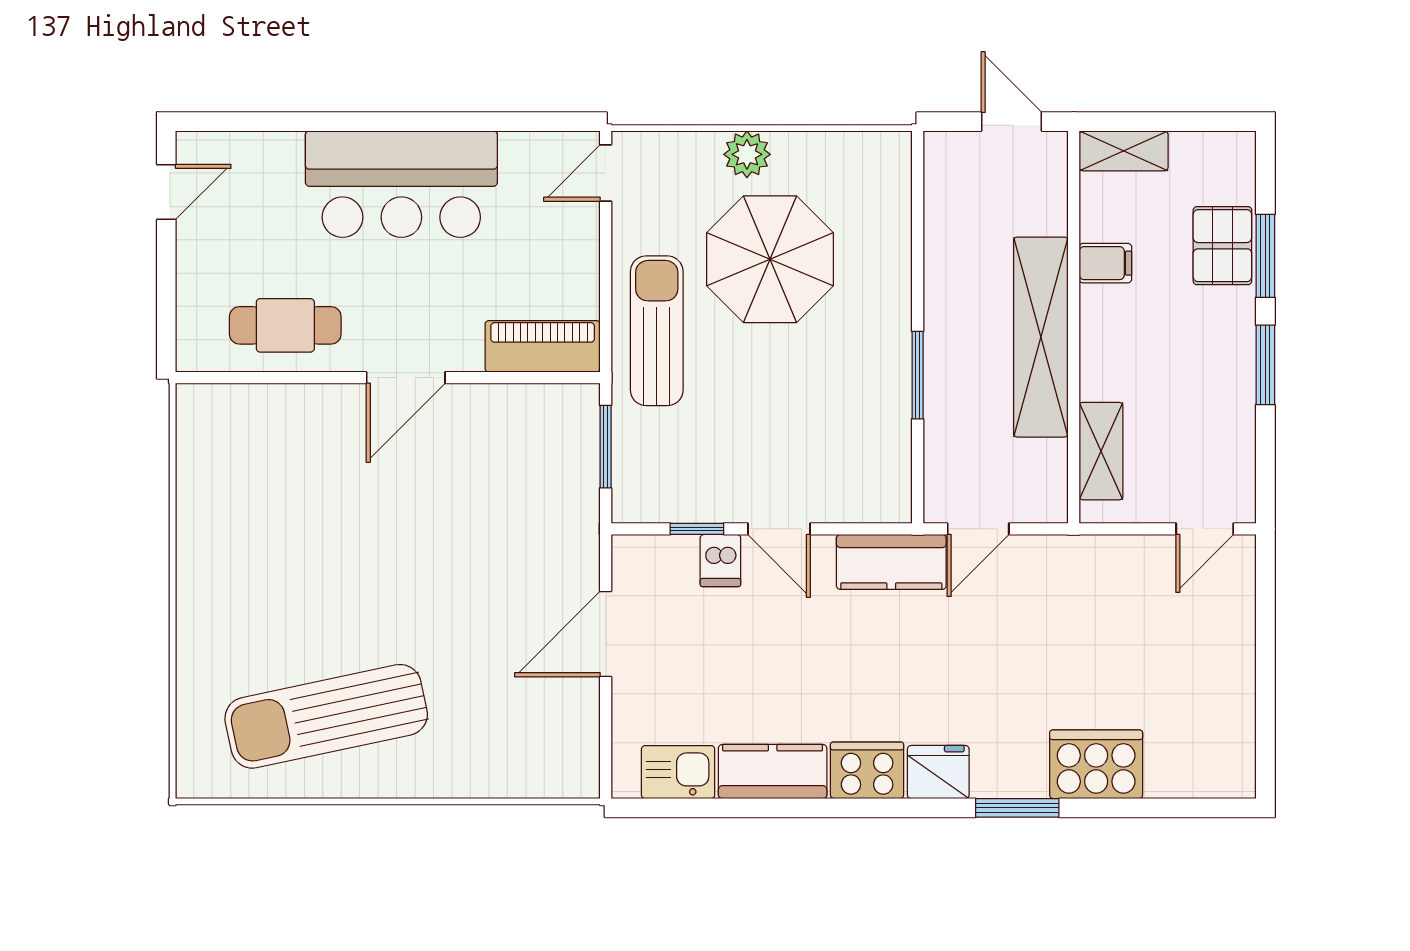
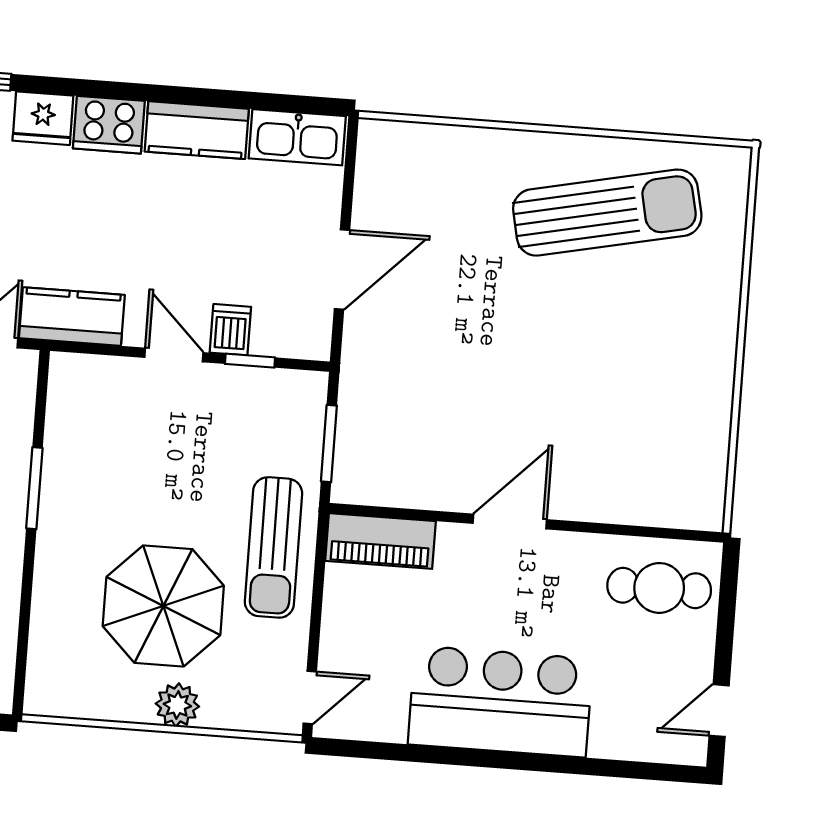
cafe table: (285, 325) -> (659, 588), moved
kitchen sink: (678, 772) -> (297, 137), width x1.38

